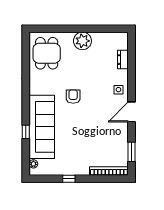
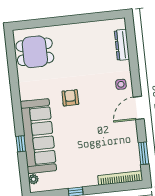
plant: (82, 41) -> (74, 33), removed
dining table: (47, 53) -> (35, 52), turned 90
dresser: (123, 60) -> (122, 45), width x1.44

